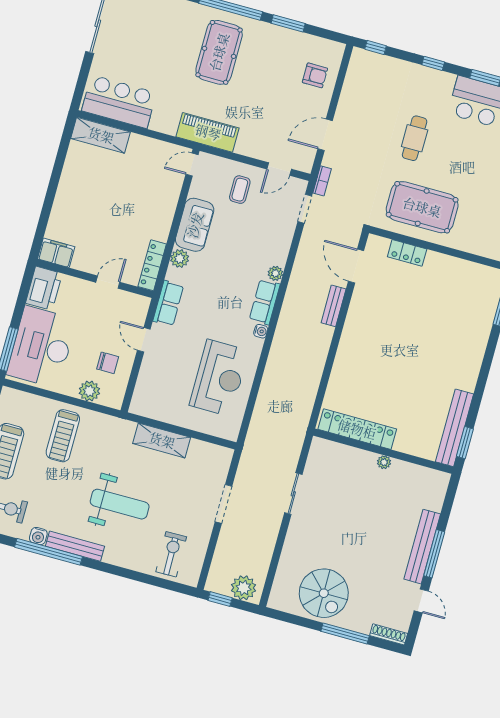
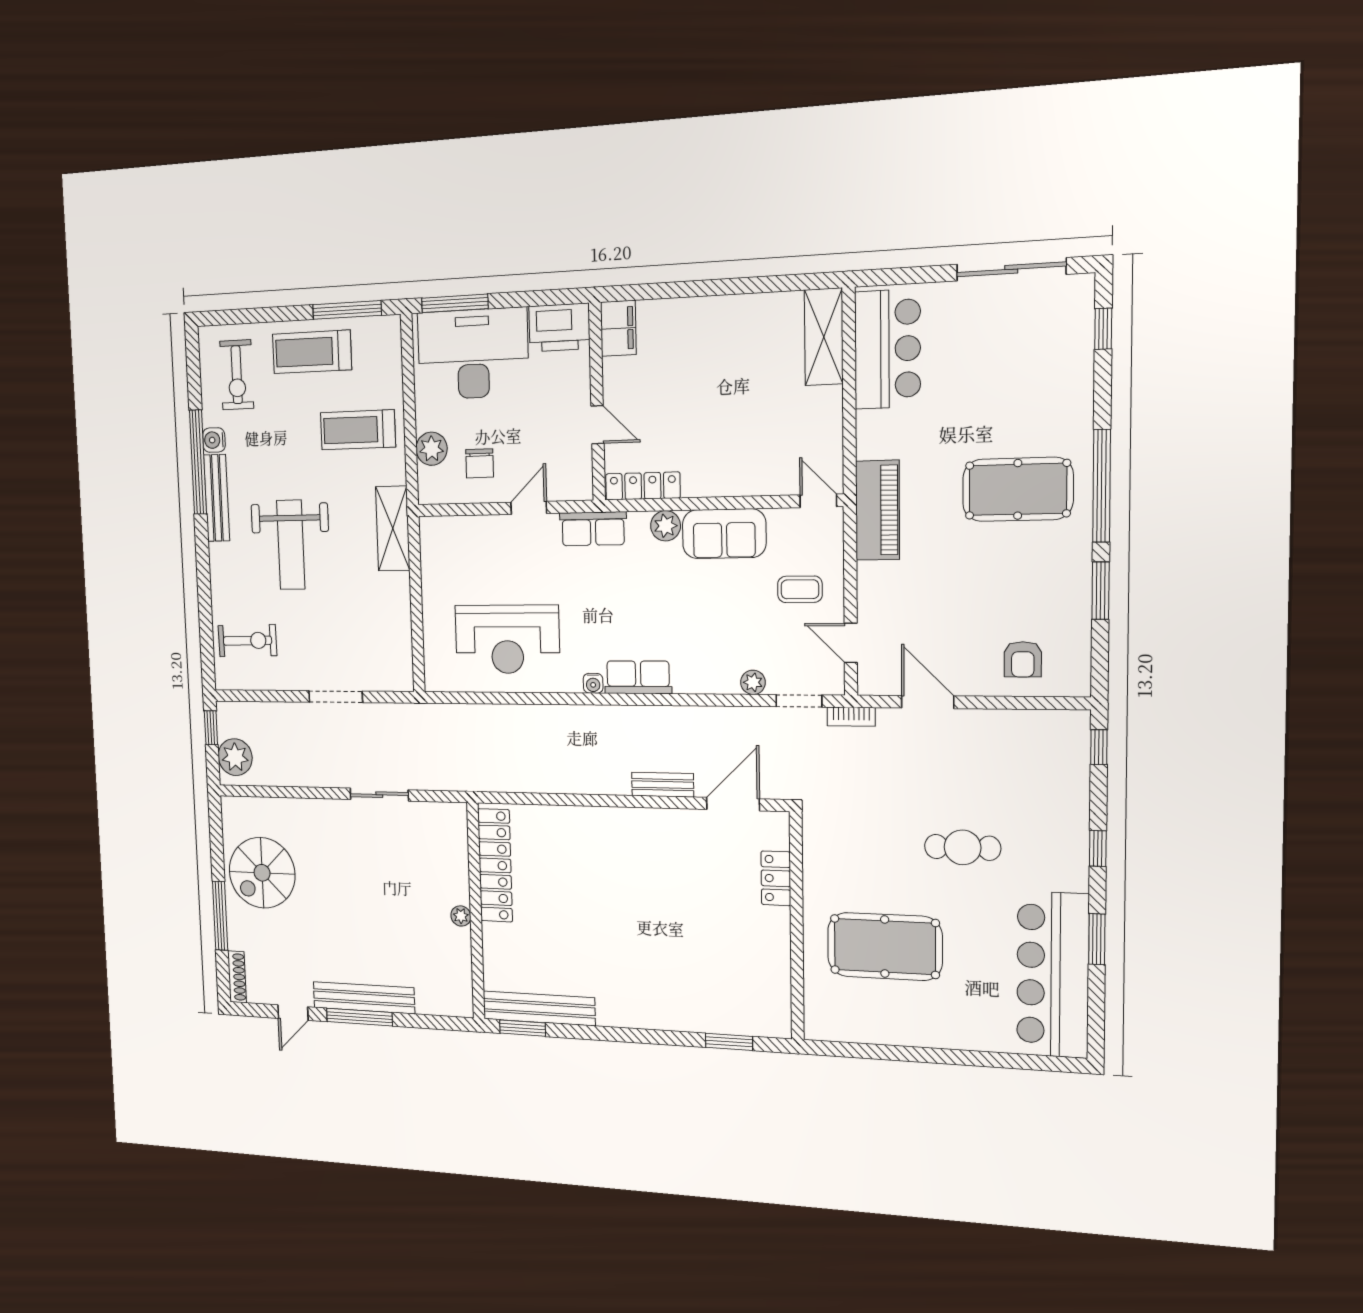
pool table: (422, 207) -> (885, 947), moved, turned 90
plant: (275, 273) -> (753, 682), moved
shelving: (162, 440) -> (393, 529), moved

